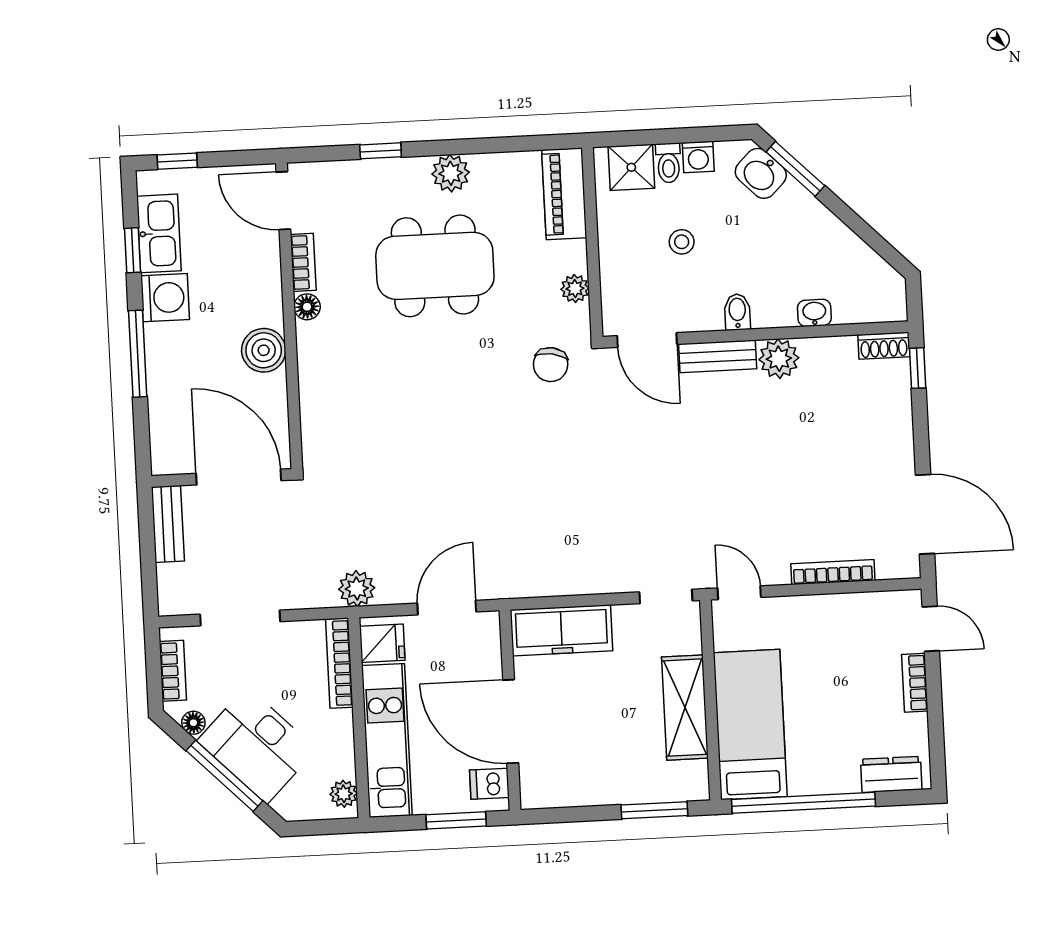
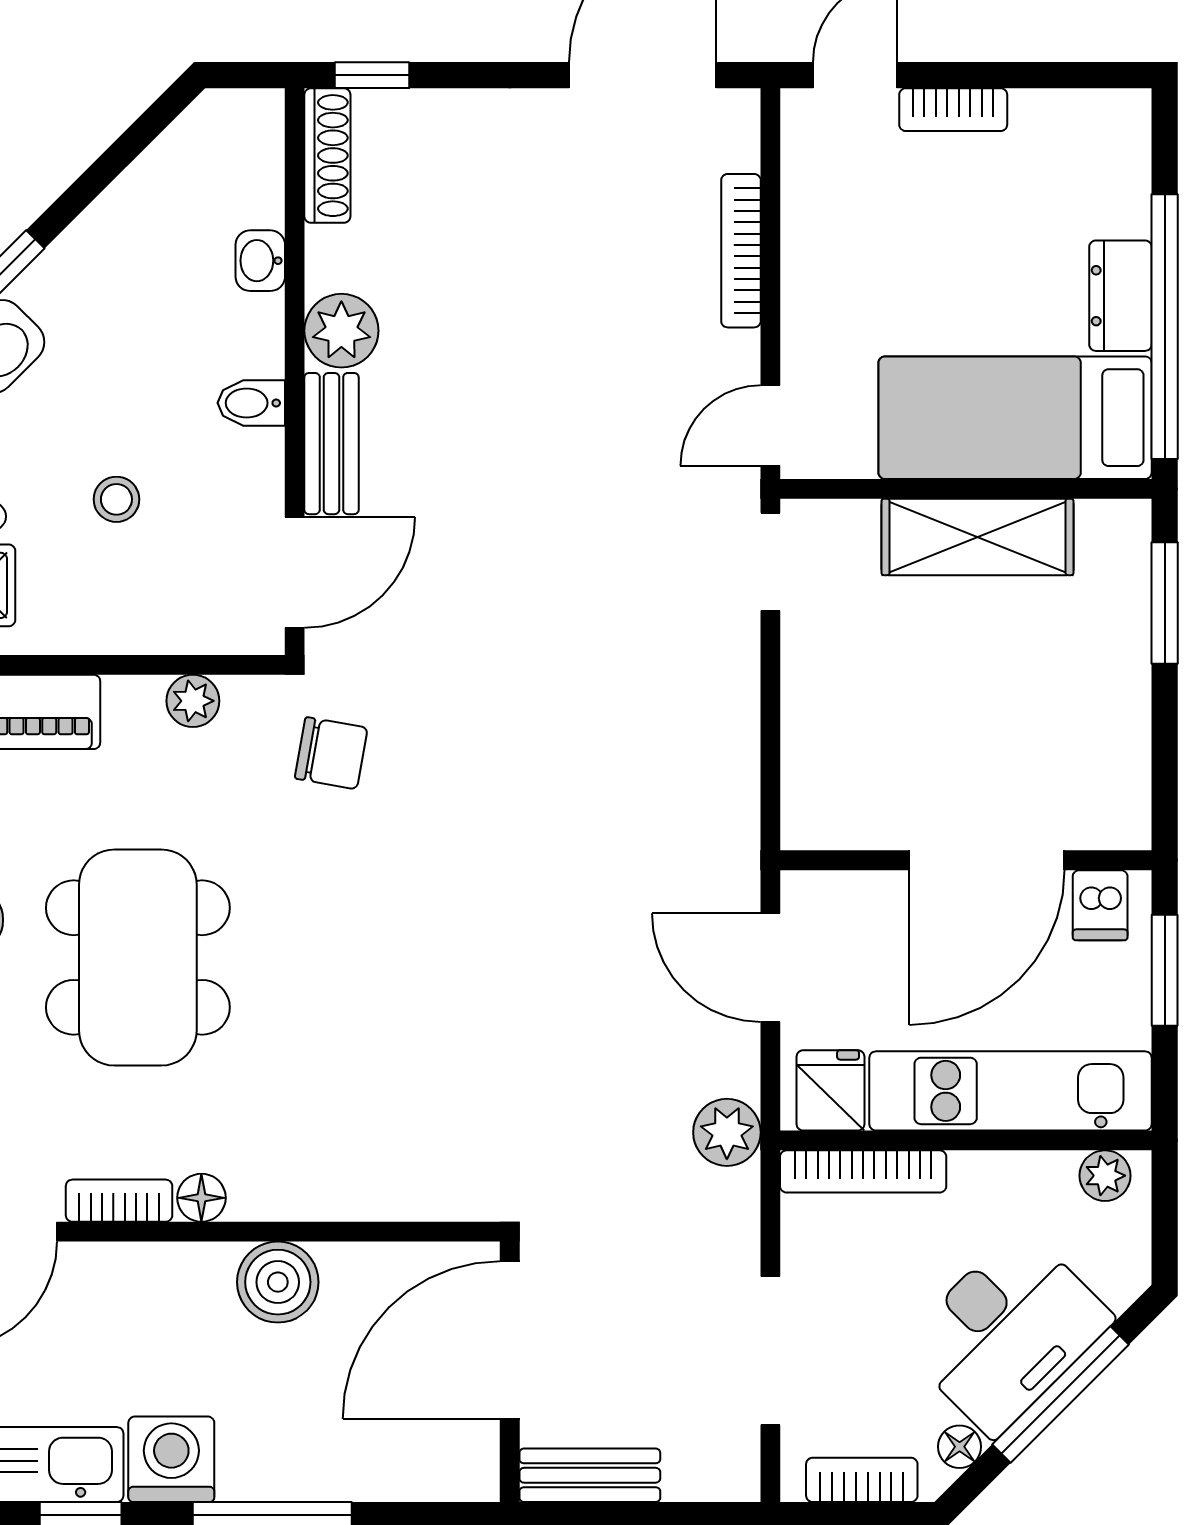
shoe rack: (884, 346) -> (327, 156), width x1.43
freezer: (561, 630) -> (823, 758), removed
dresser: (891, 774) -> (1120, 296), moved

